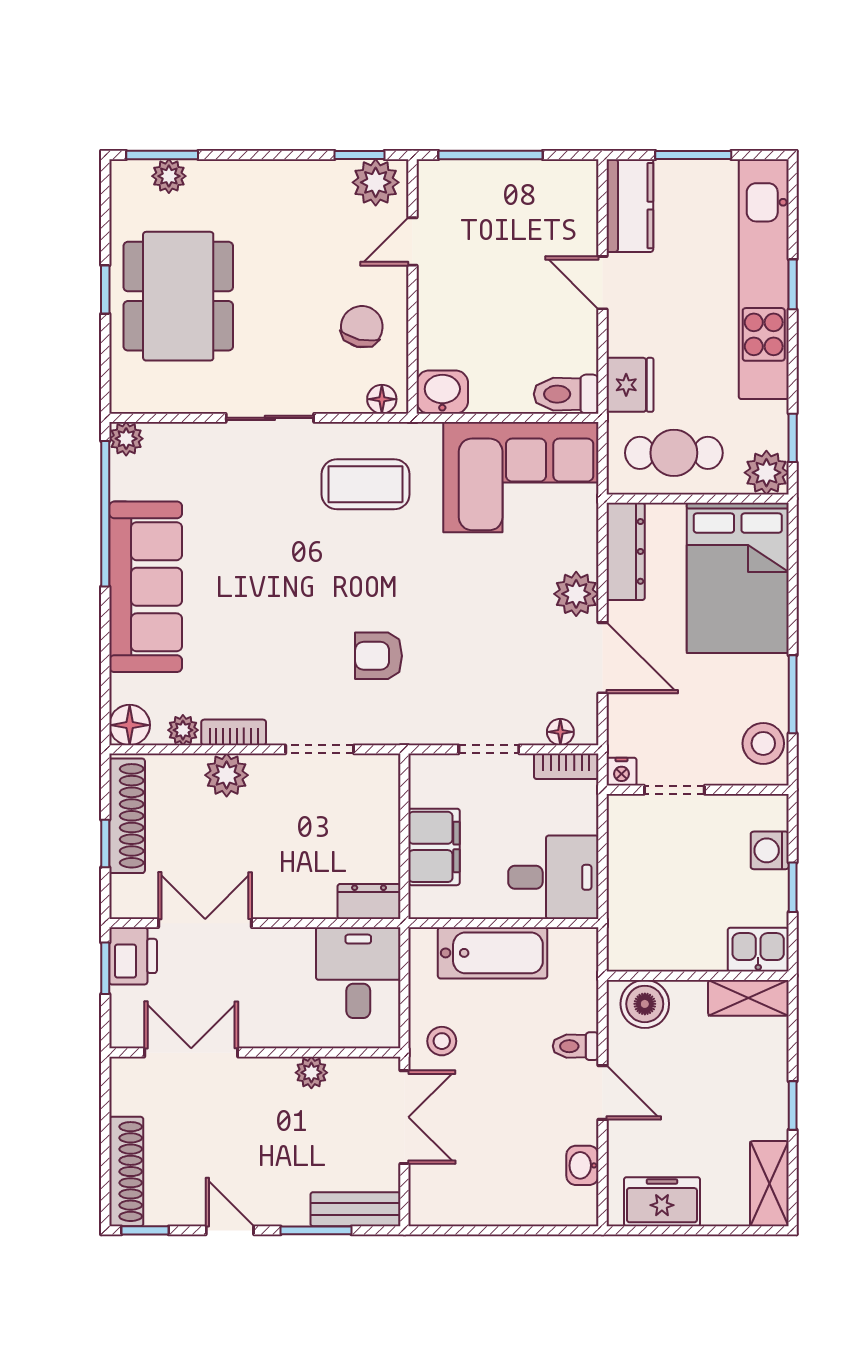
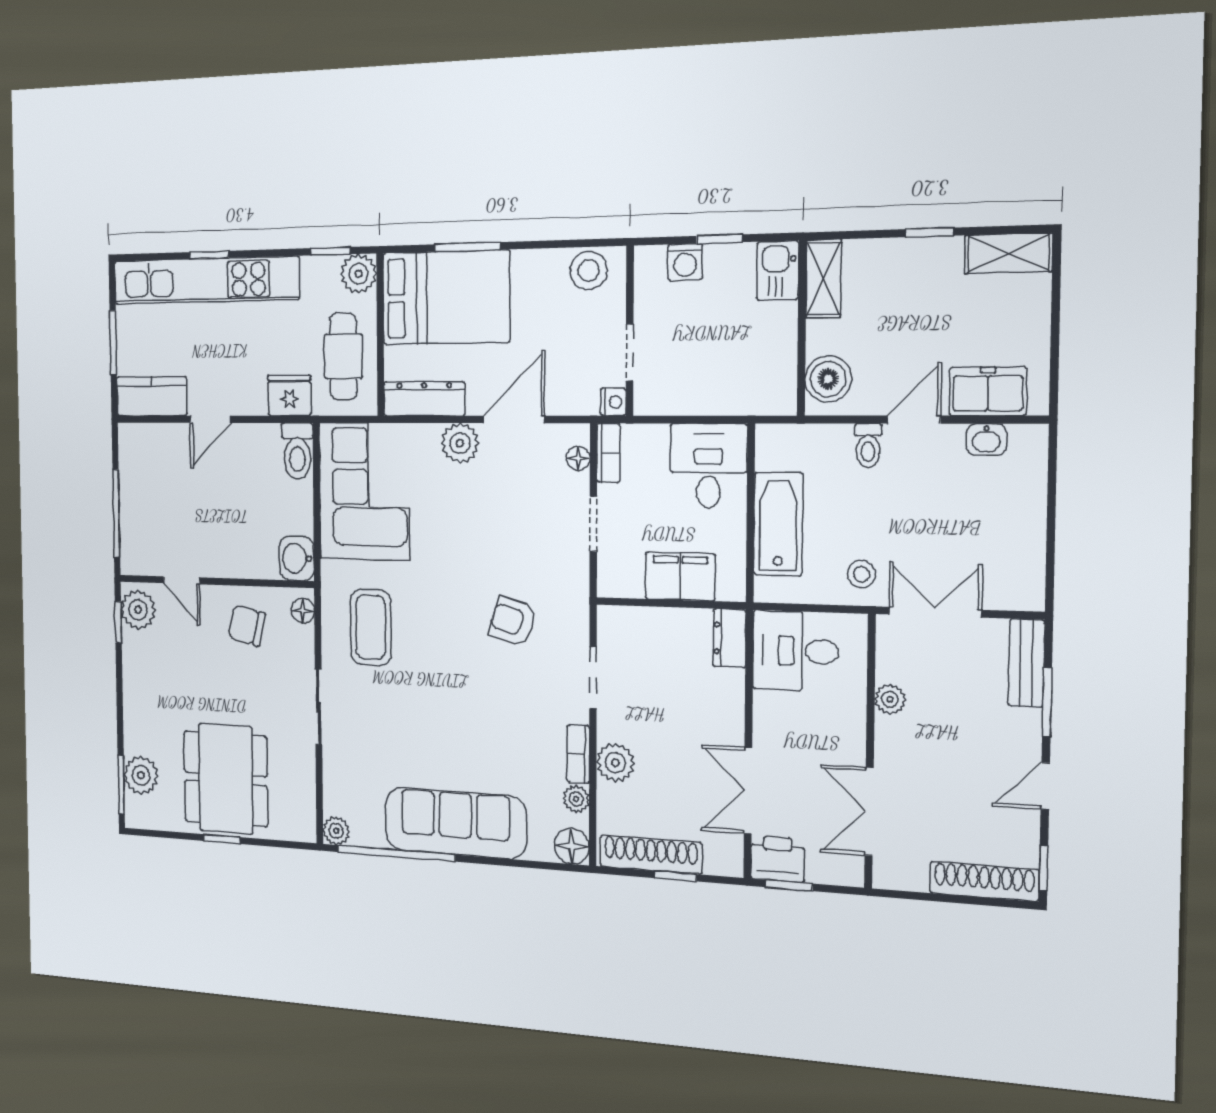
plant: (169, 176) -> (141, 775), width x1.38, depth x1.38
dining table: (178, 296) -> (226, 779), turned 90
armchair: (379, 656) -> (513, 621), turned 107
window: (793, 694) -> (467, 247), moved
freezer: (662, 1202) -> (988, 391), moved, turned 90

